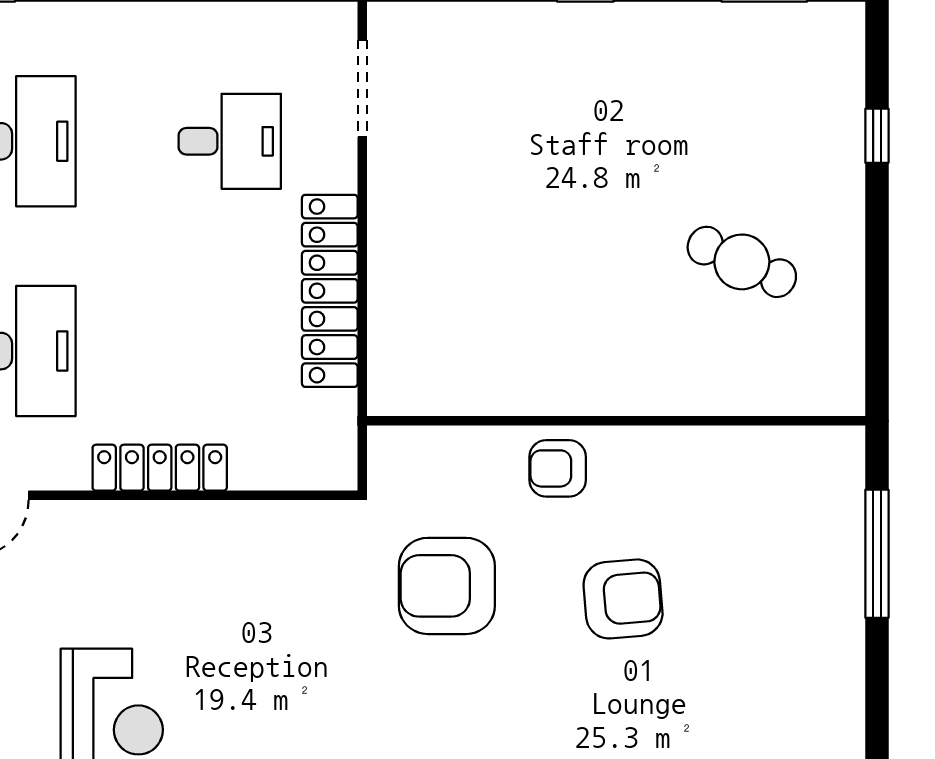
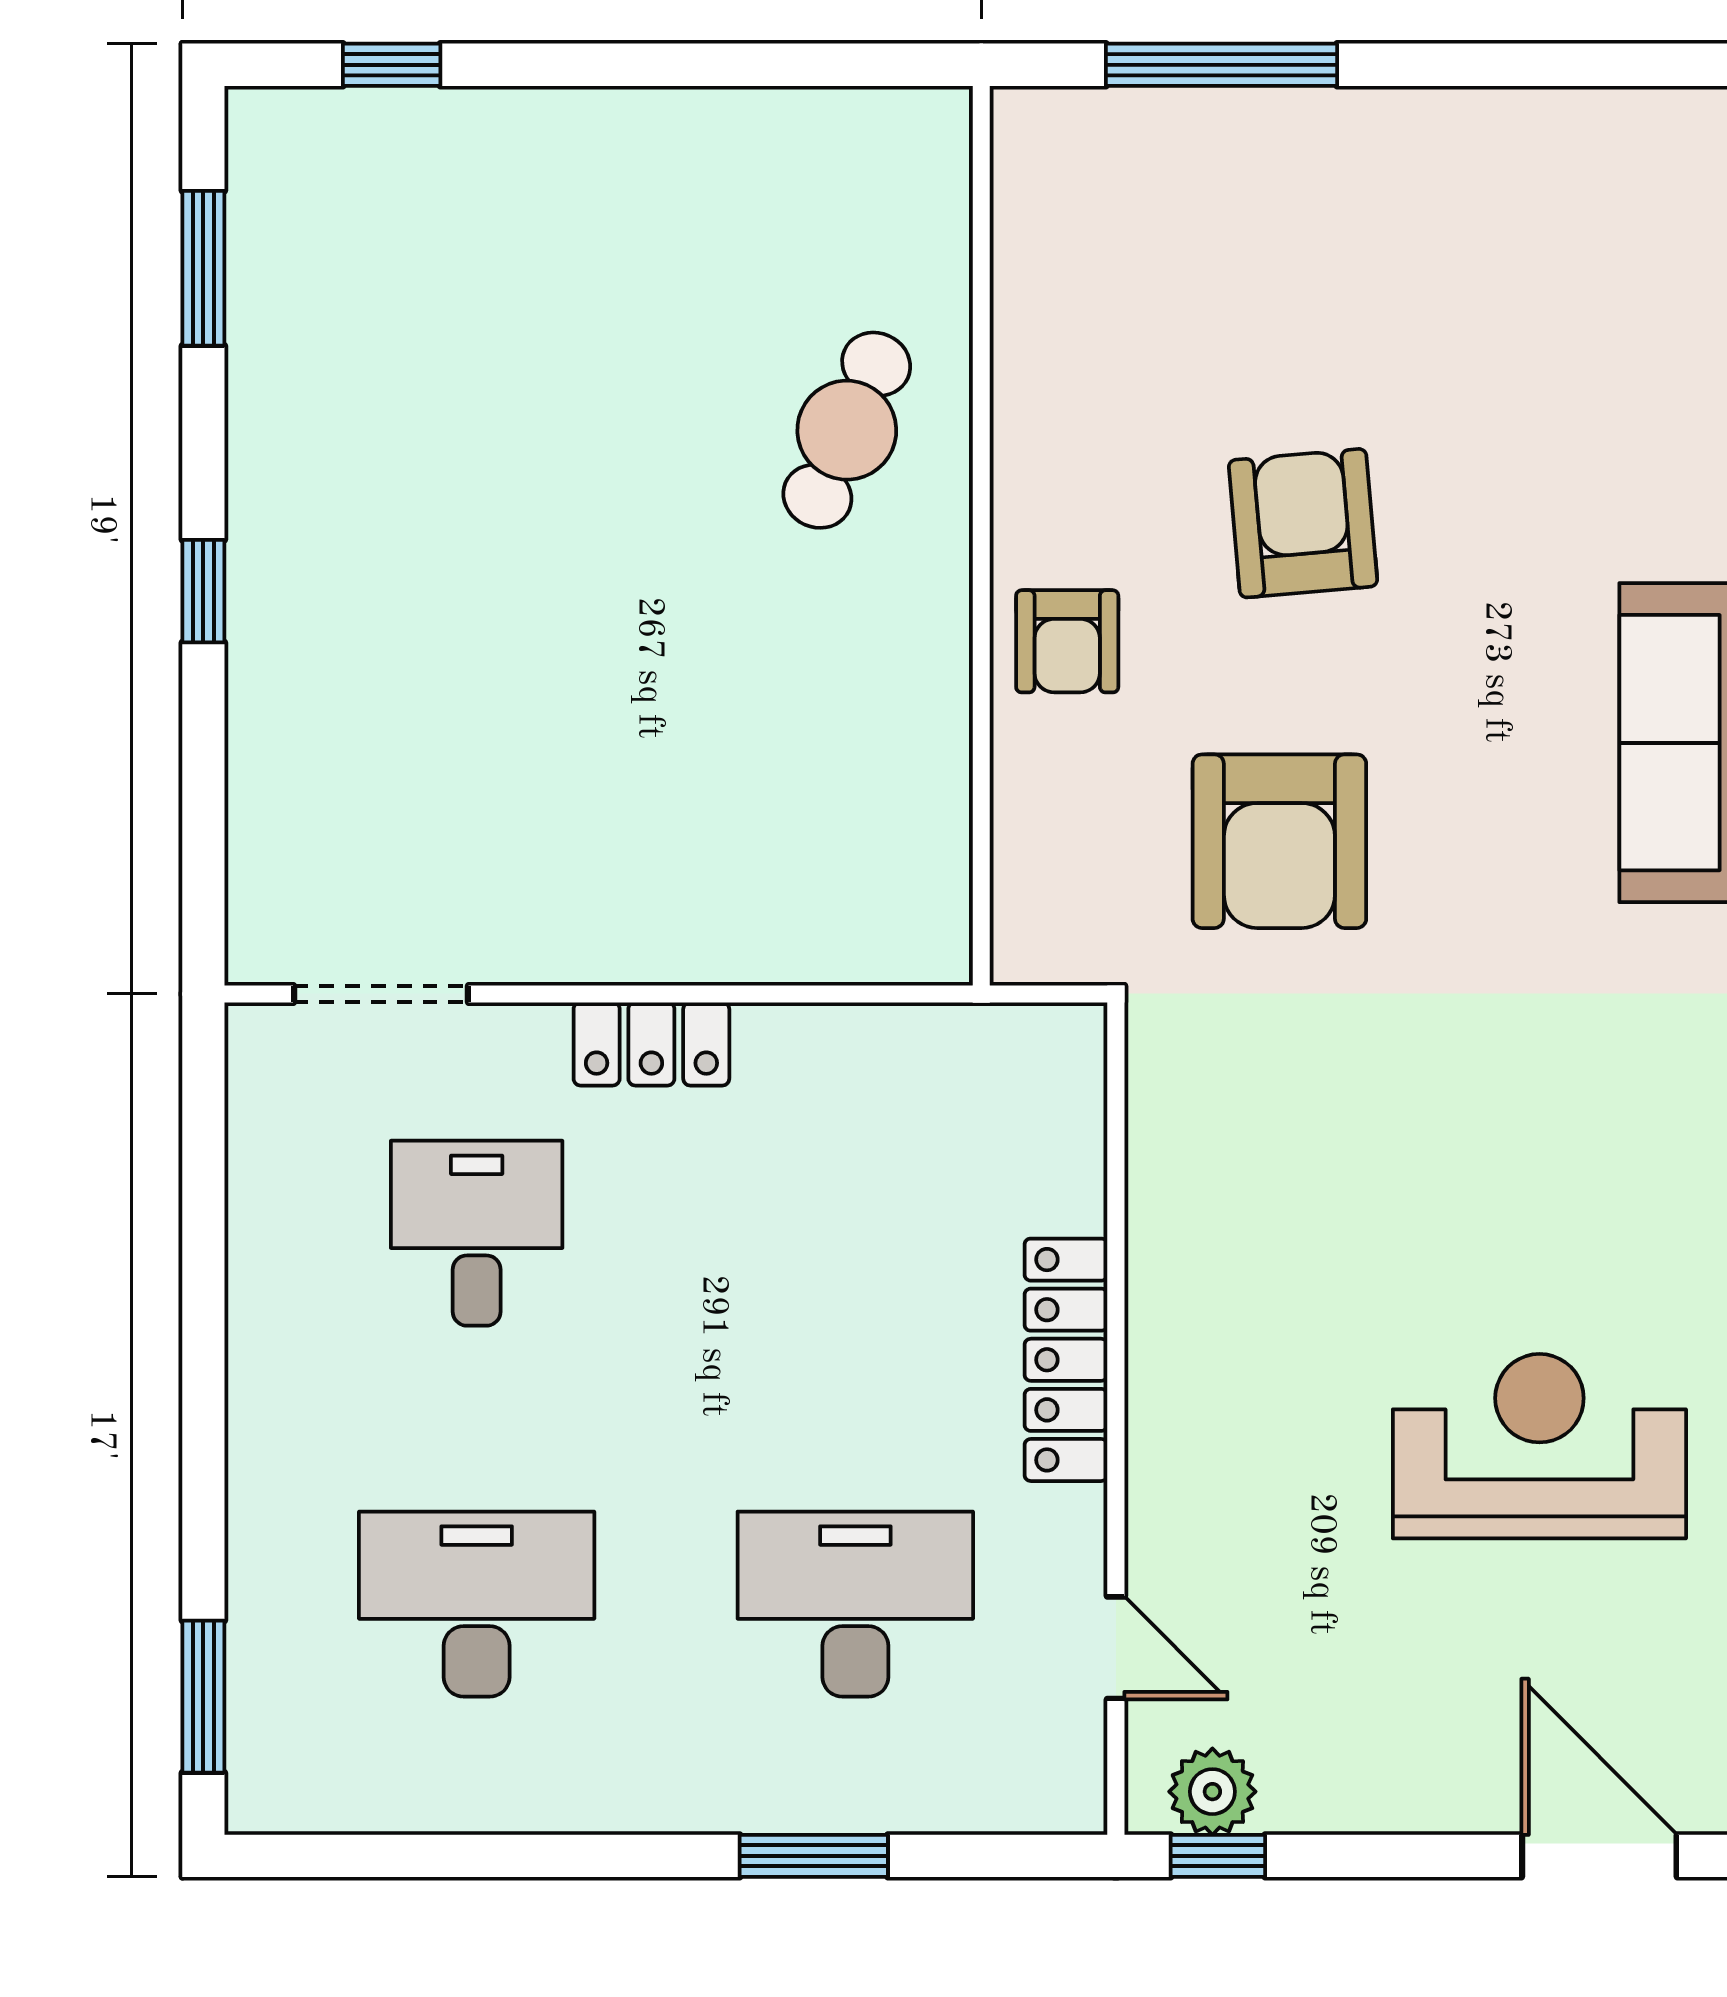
window: (877, 136) -> (392, 65), moved
cafe table: (742, 262) -> (847, 430), moved
locker: (330, 291) -> (651, 1044), width x0.46, depth x0.83

